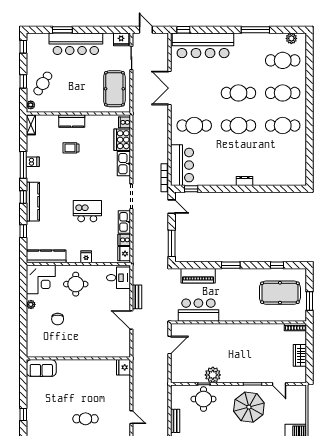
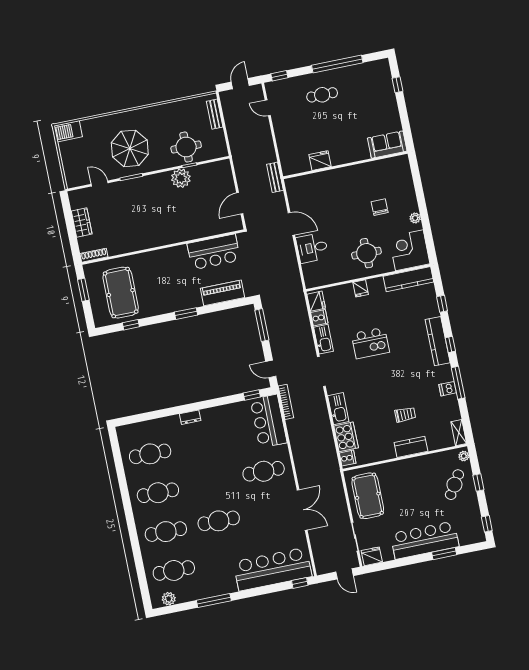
cafe table: (238, 126) -> (150, 454), moved
desk: (118, 278) -> (312, 248), moved
pool table: (280, 293) -> (121, 293), turned 90
bench: (137, 297) -> (275, 177), moved
fridge: (124, 367) -> (320, 161), moved, turned -90

